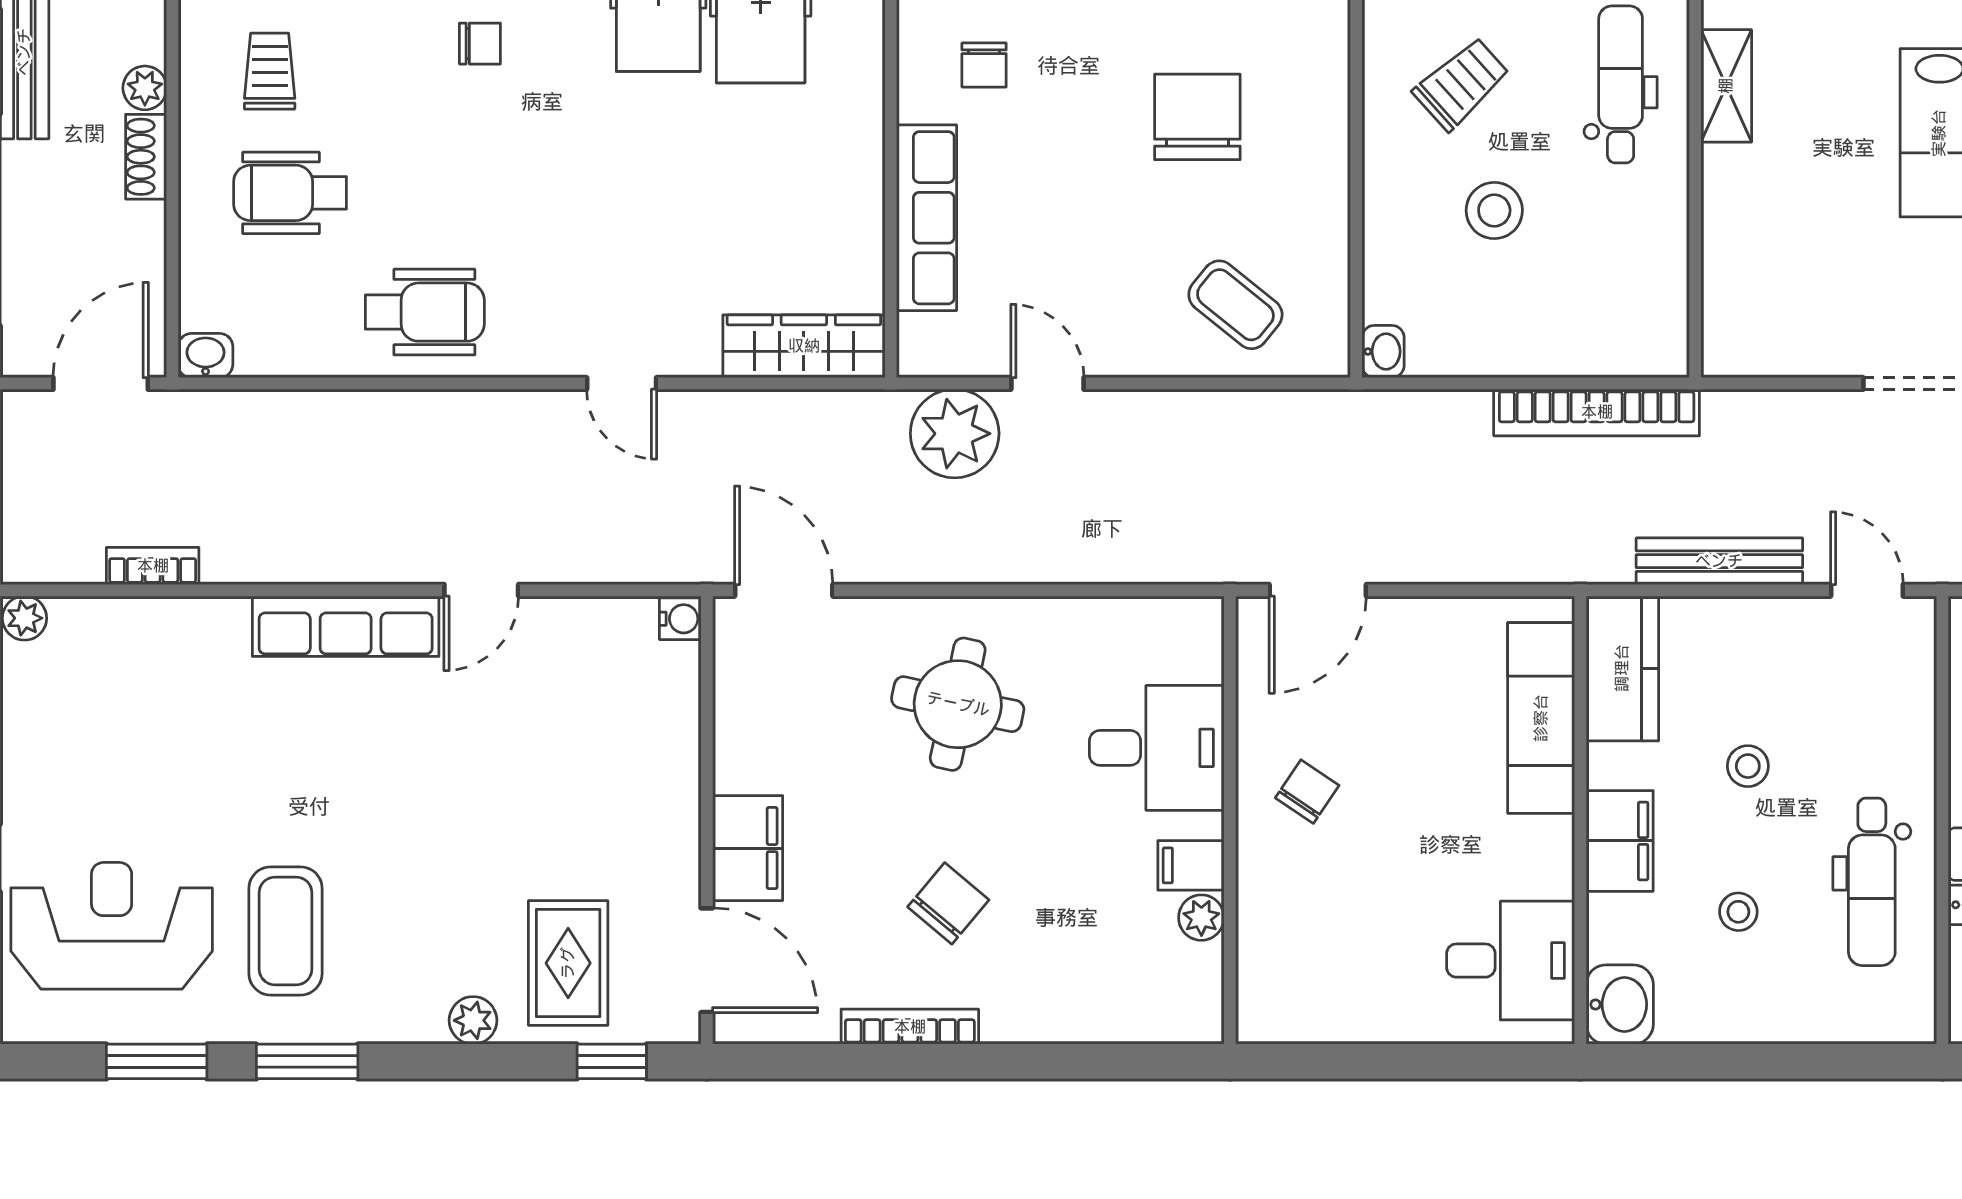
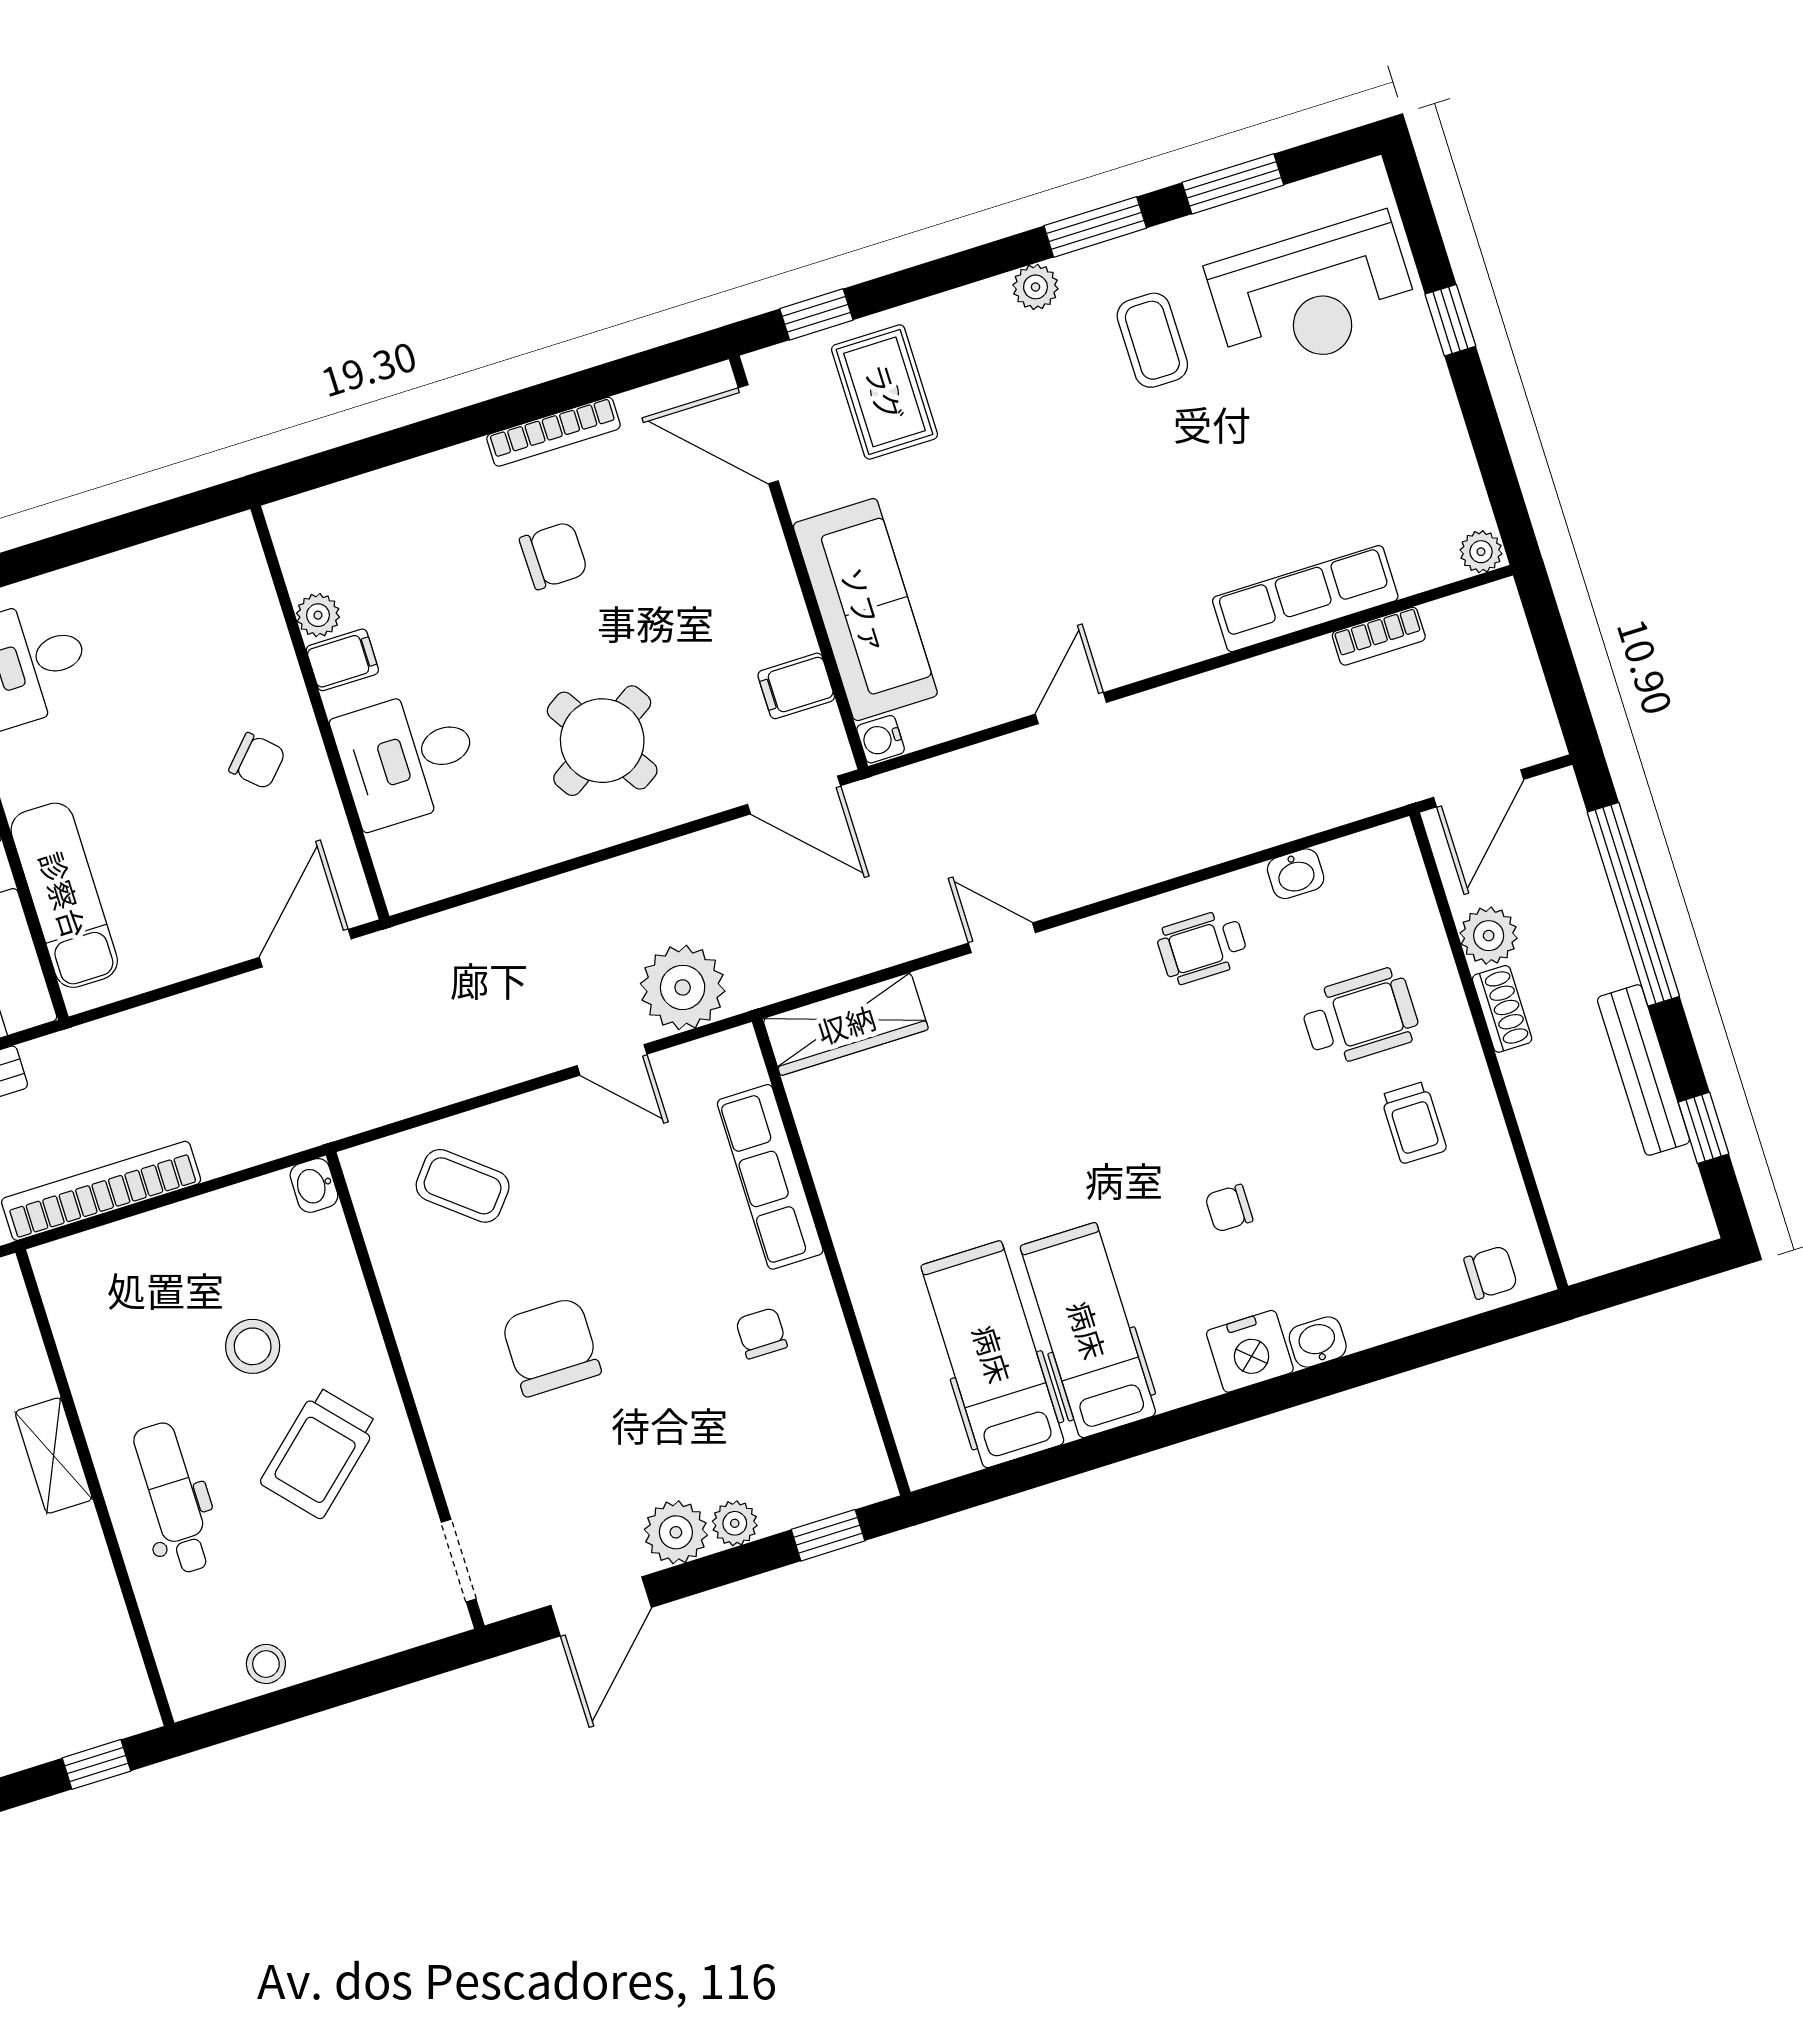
trolley: (1461, 84) -> (319, 1453), width x1.36, depth x1.39
dental chair: (1621, 84) -> (173, 1498), turned 180
shelving: (1726, 86) -> (54, 1456), moved
plant: (145, 88) -> (1489, 936), moved, width x1.38, depth x1.38
chair: (1197, 117) -> (551, 1347), turned 180
wheelchair: (425, 312) -> (1202, 947), width x0.73, depth x0.73
washbasin: (206, 356) -> (1296, 874), moved
row of seats: (346, 626) -> (1305, 599), moved
round table: (958, 704) -> (602, 741), turned 45
sofa: (655, 753) -> (865, 610), added
chair: (1307, 792) -> (257, 761), turned -81
filing cabinet: (748, 848) -> (796, 686), moved, width x0.50
chair: (948, 903) -> (554, 556), turned -131
coffee table: (286, 931) -> (1152, 340), width x0.73, depth x0.77
plant: (473, 1020) -> (1035, 287), moved

